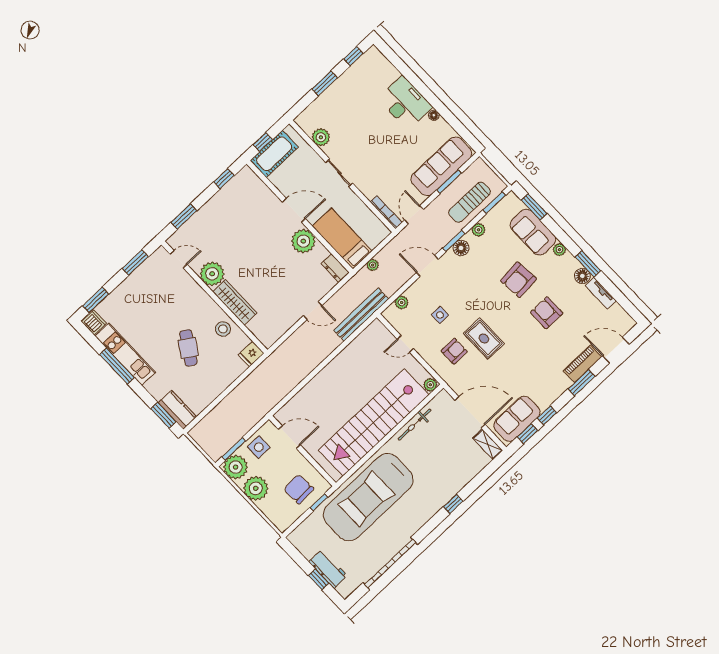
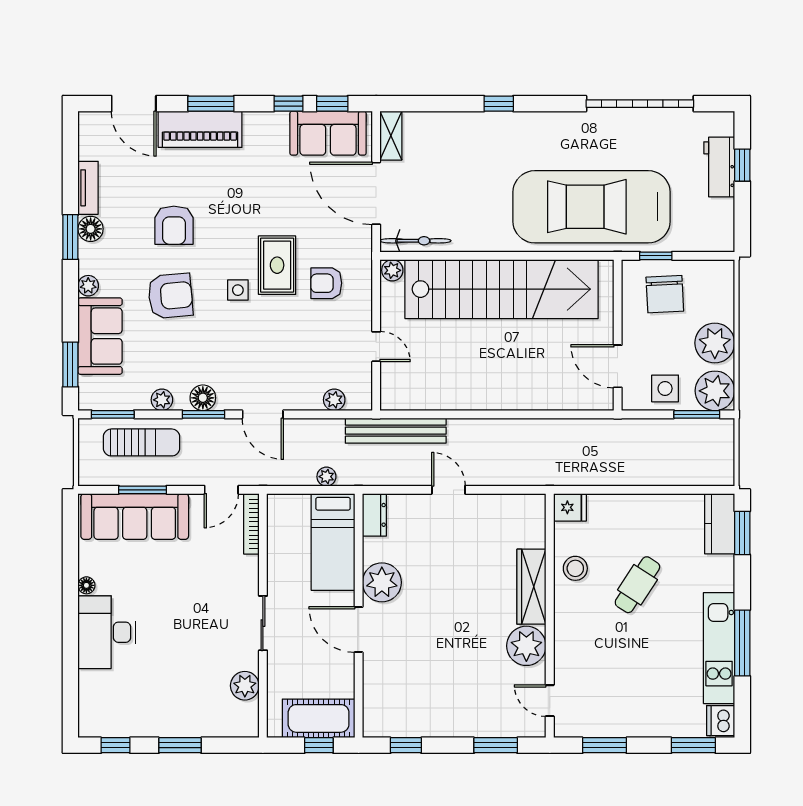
side table: (440, 315) -> (238, 290), moved
piano: (582, 364) -> (200, 129), width x1.37, depth x1.33
bicycle: (415, 425) -> (416, 241), moved
car: (368, 497) -> (592, 207), turned 180

